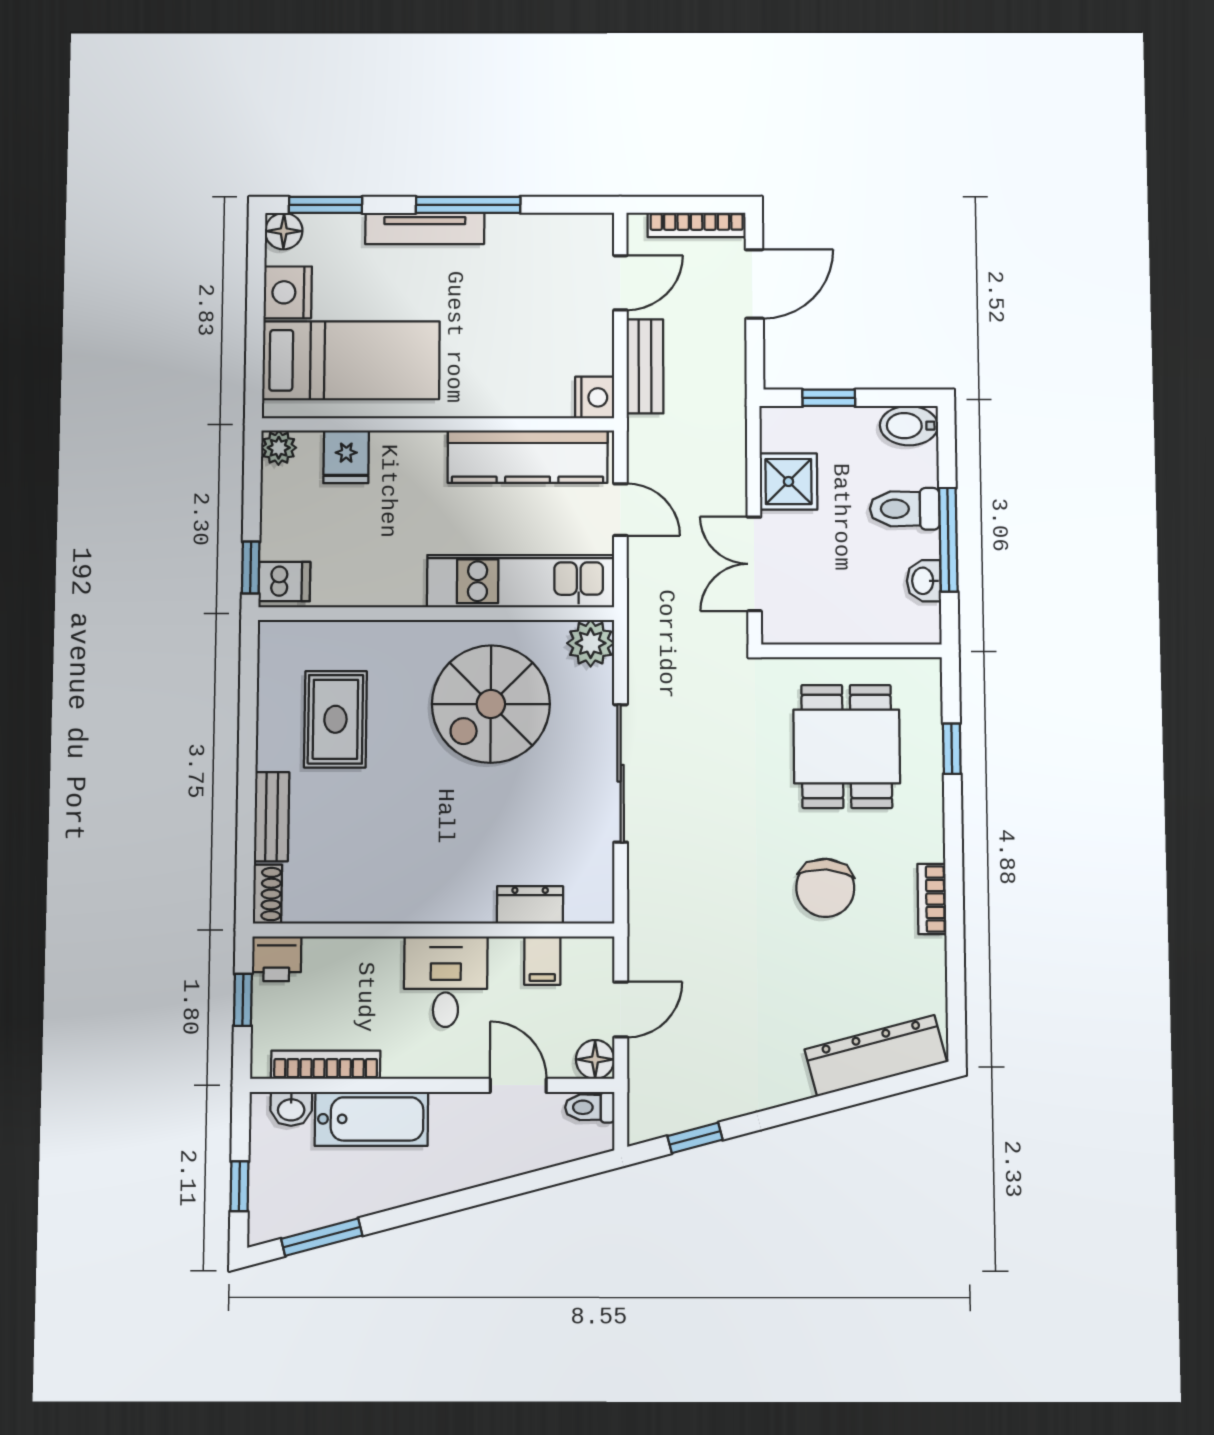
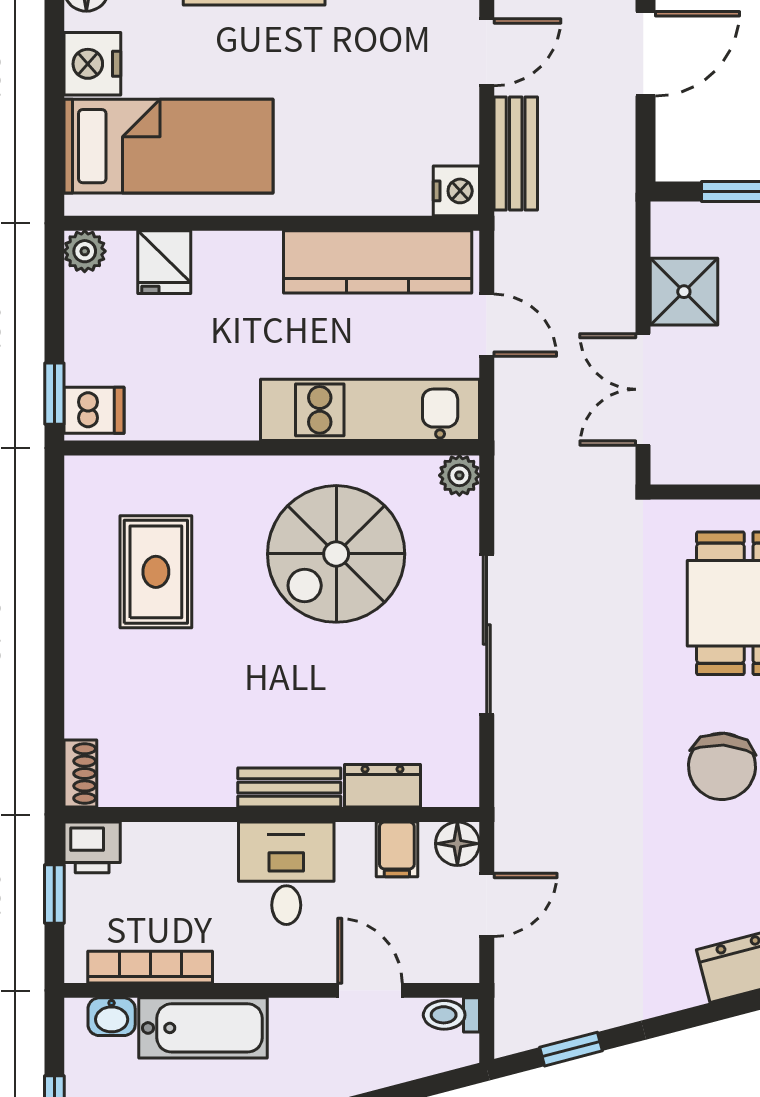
plant: (591, 643) -> (459, 475), width x0.73, depth x0.73
bench: (272, 817) -> (289, 788), moved, turned 90
floor lamp: (595, 1059) -> (457, 844), moved

